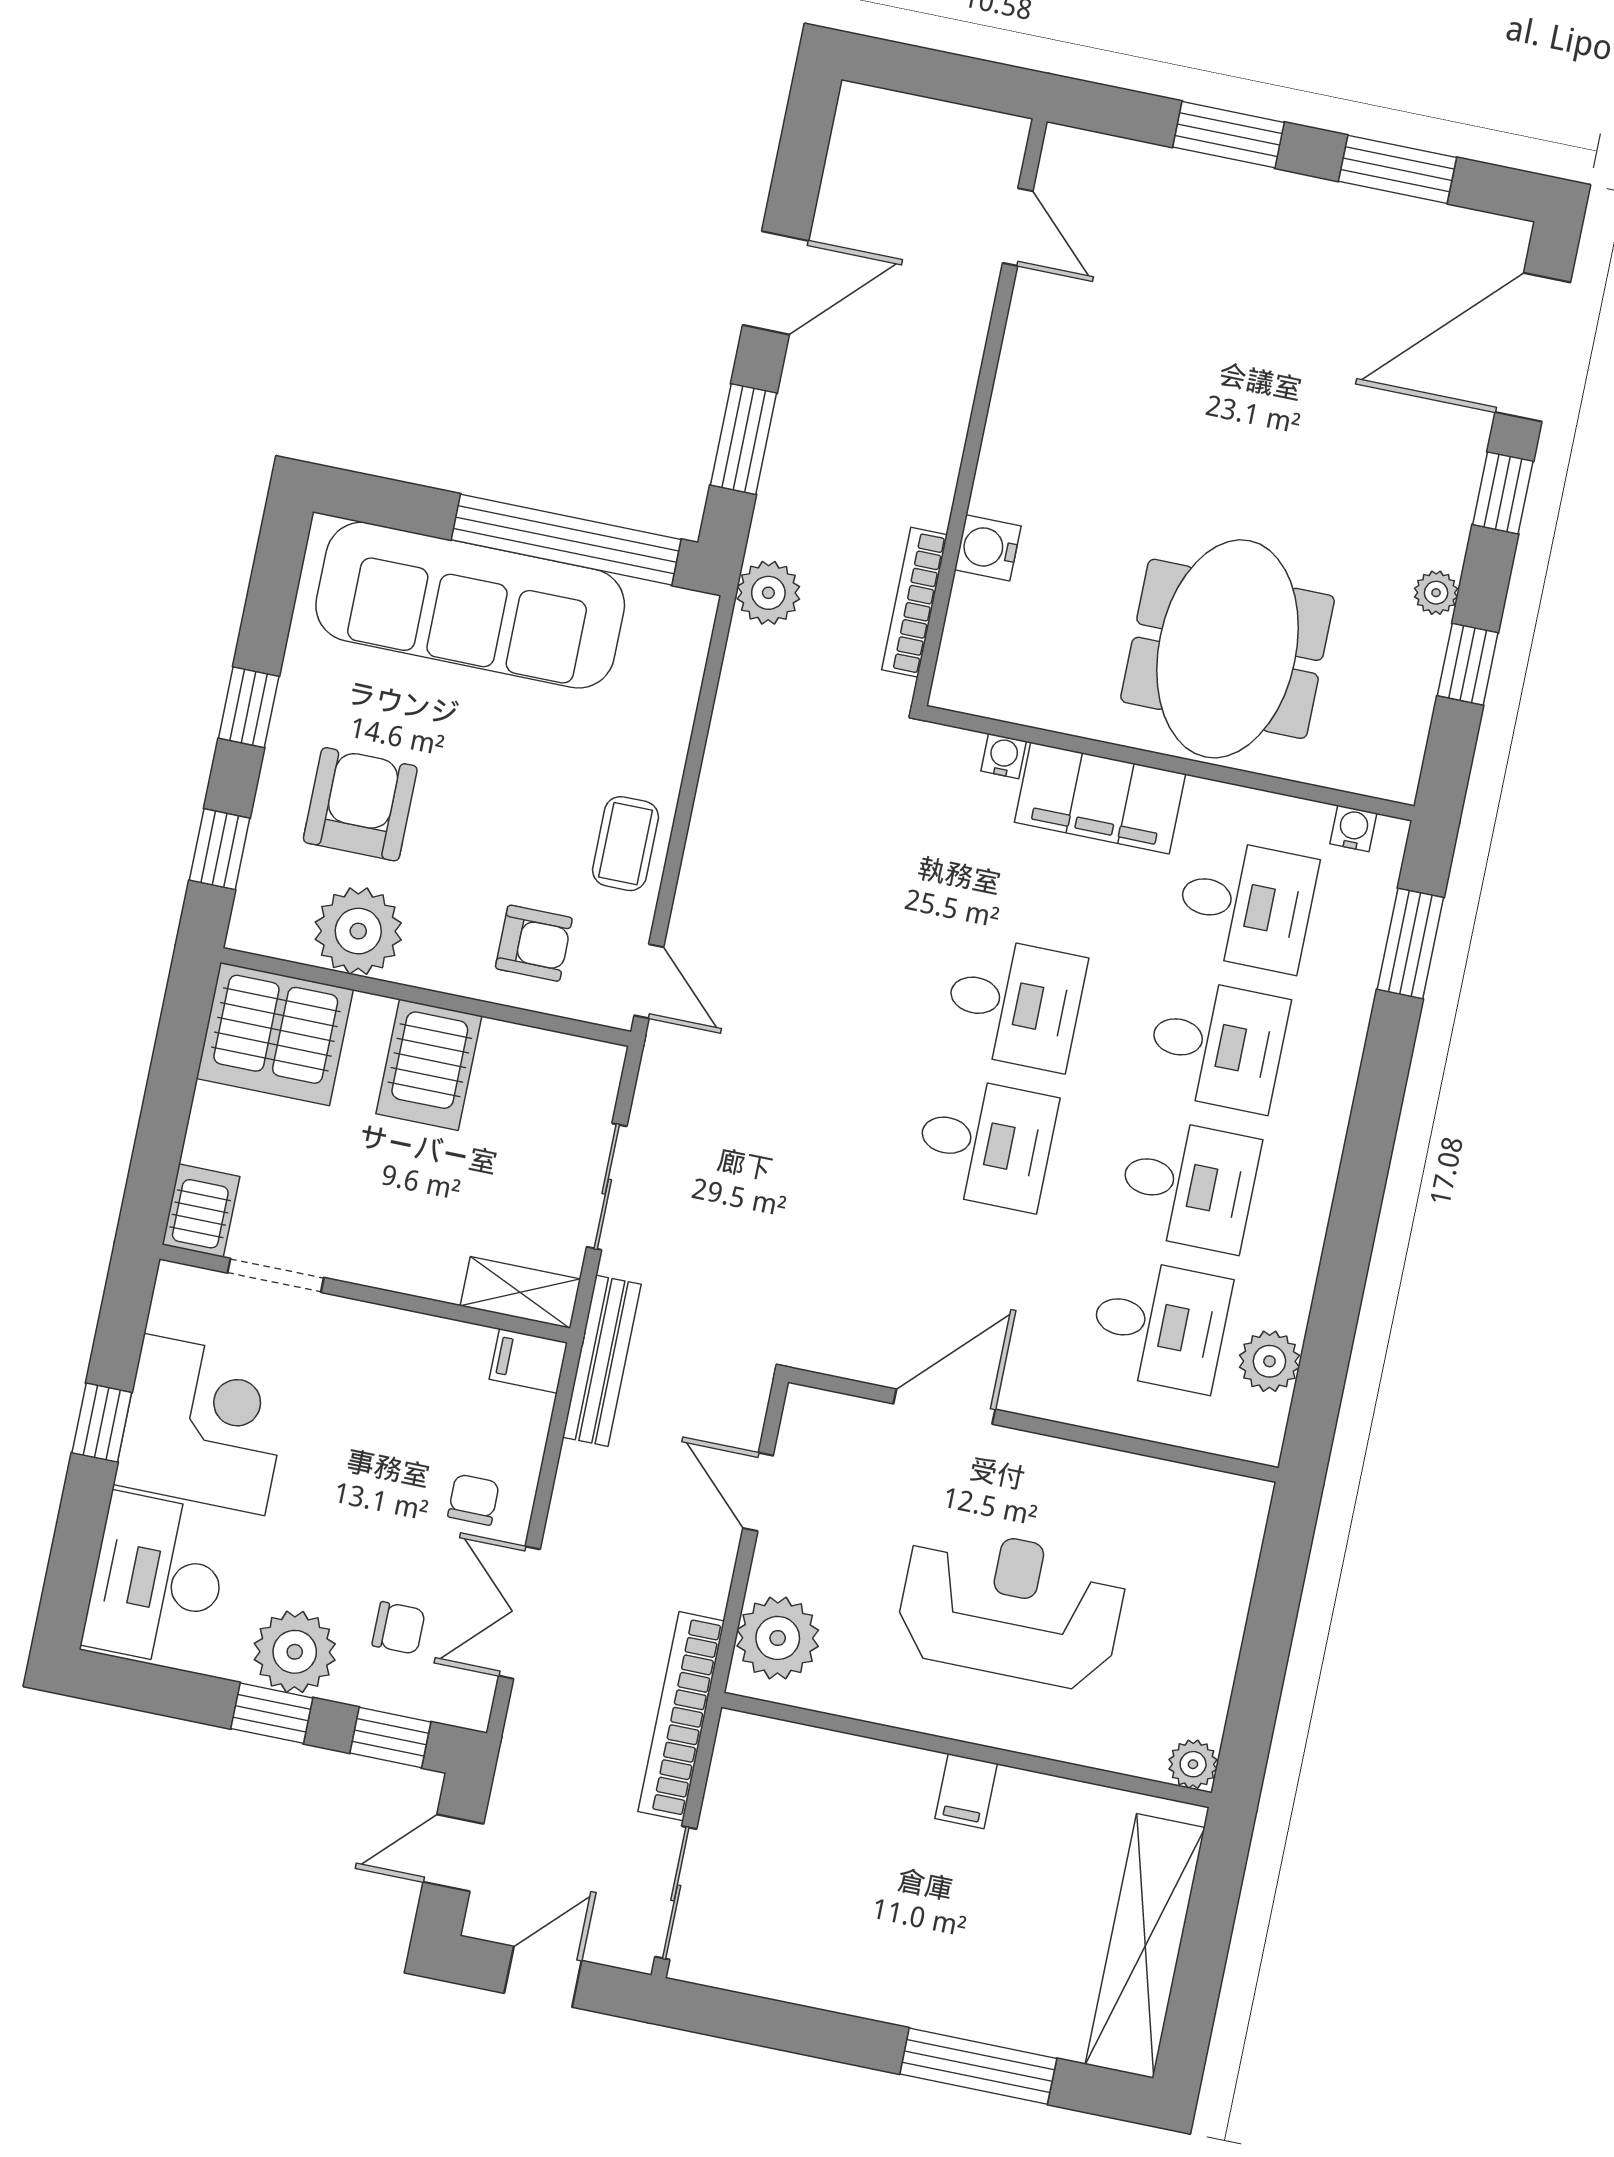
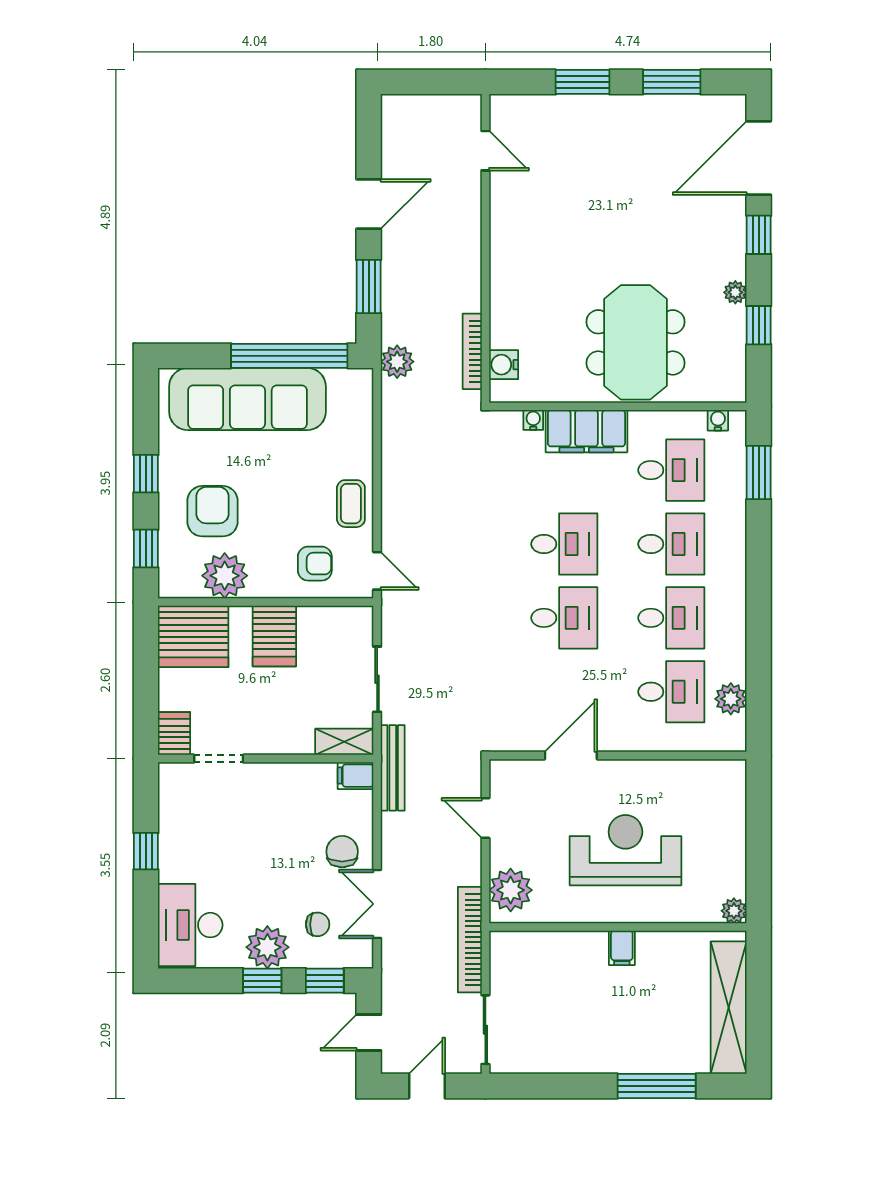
water cooler: (988, 548) -> (504, 365), moved
corner desk: (204, 1424) -> (198, 841), removed
chair: (473, 1500) -> (342, 852), width x1.37, depth x1.37

